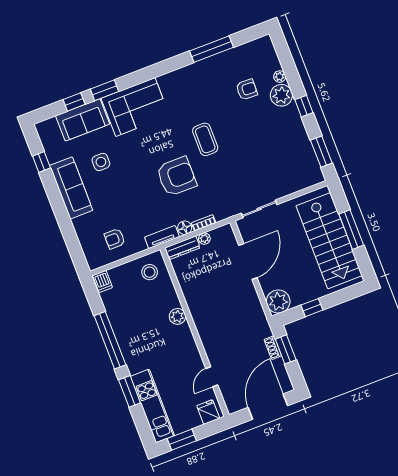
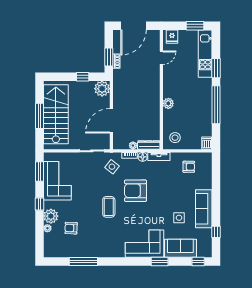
window: (74, 102) -> (198, 262), moved
corner sofa: (291, 148) -> (57, 181), added
side table: (222, 197) -> (112, 167), added

